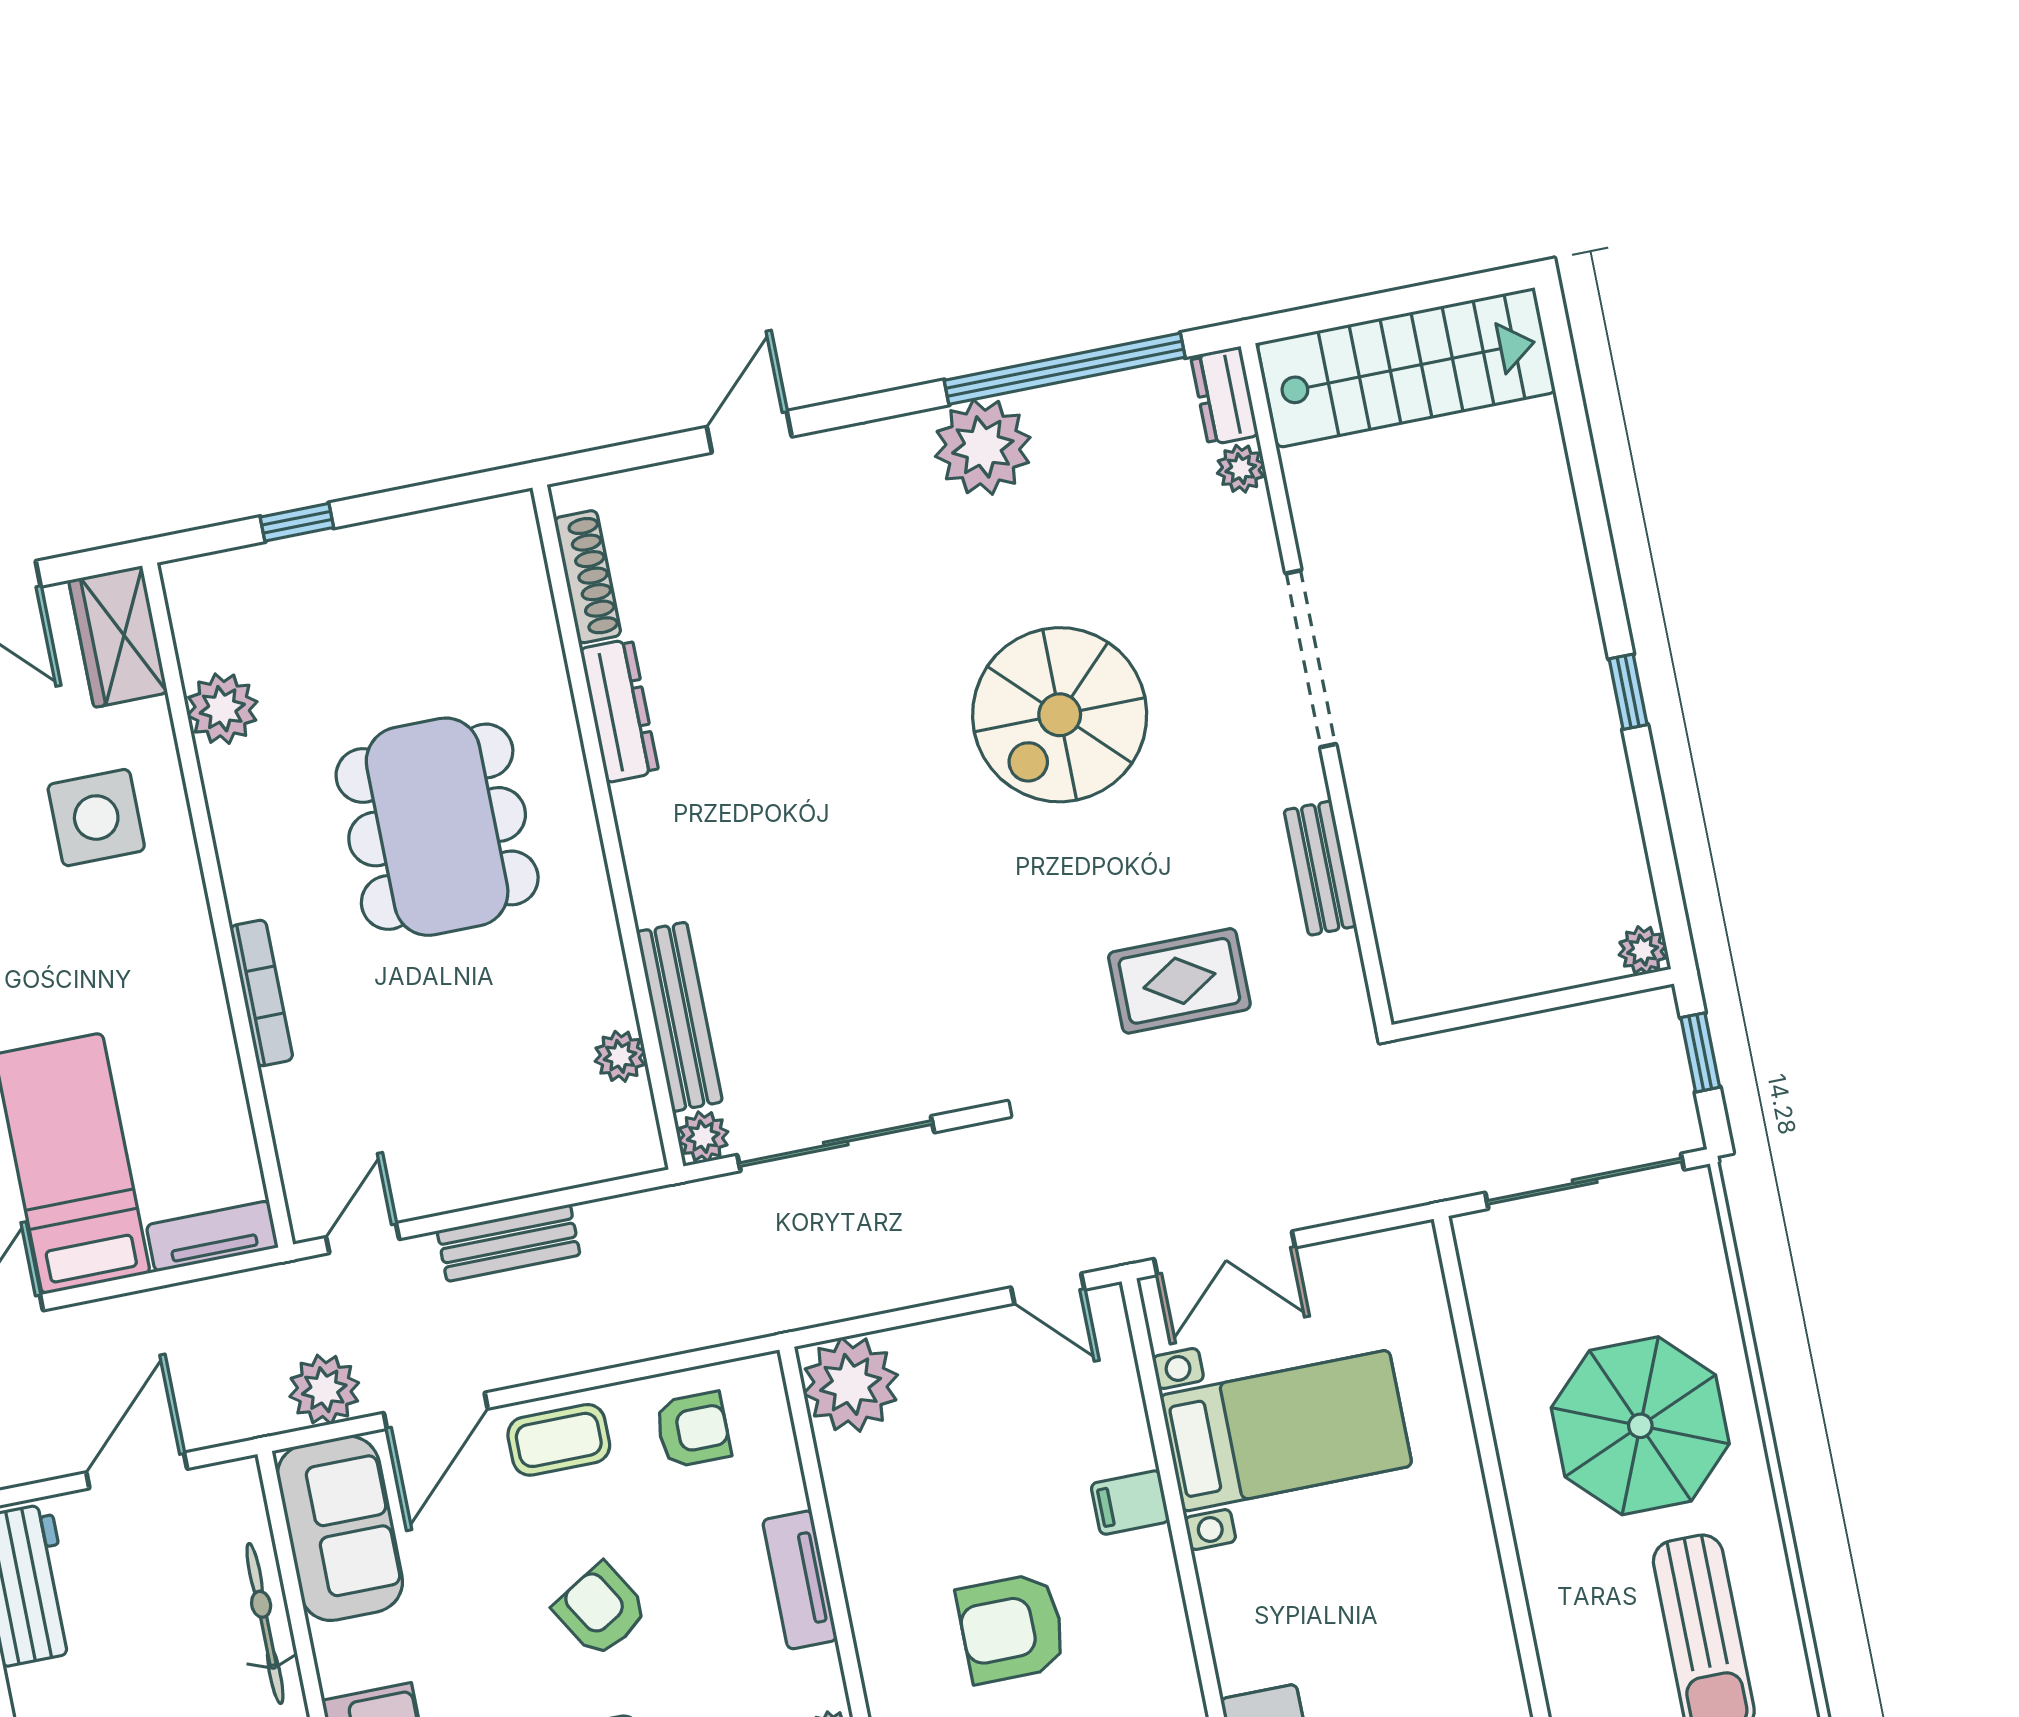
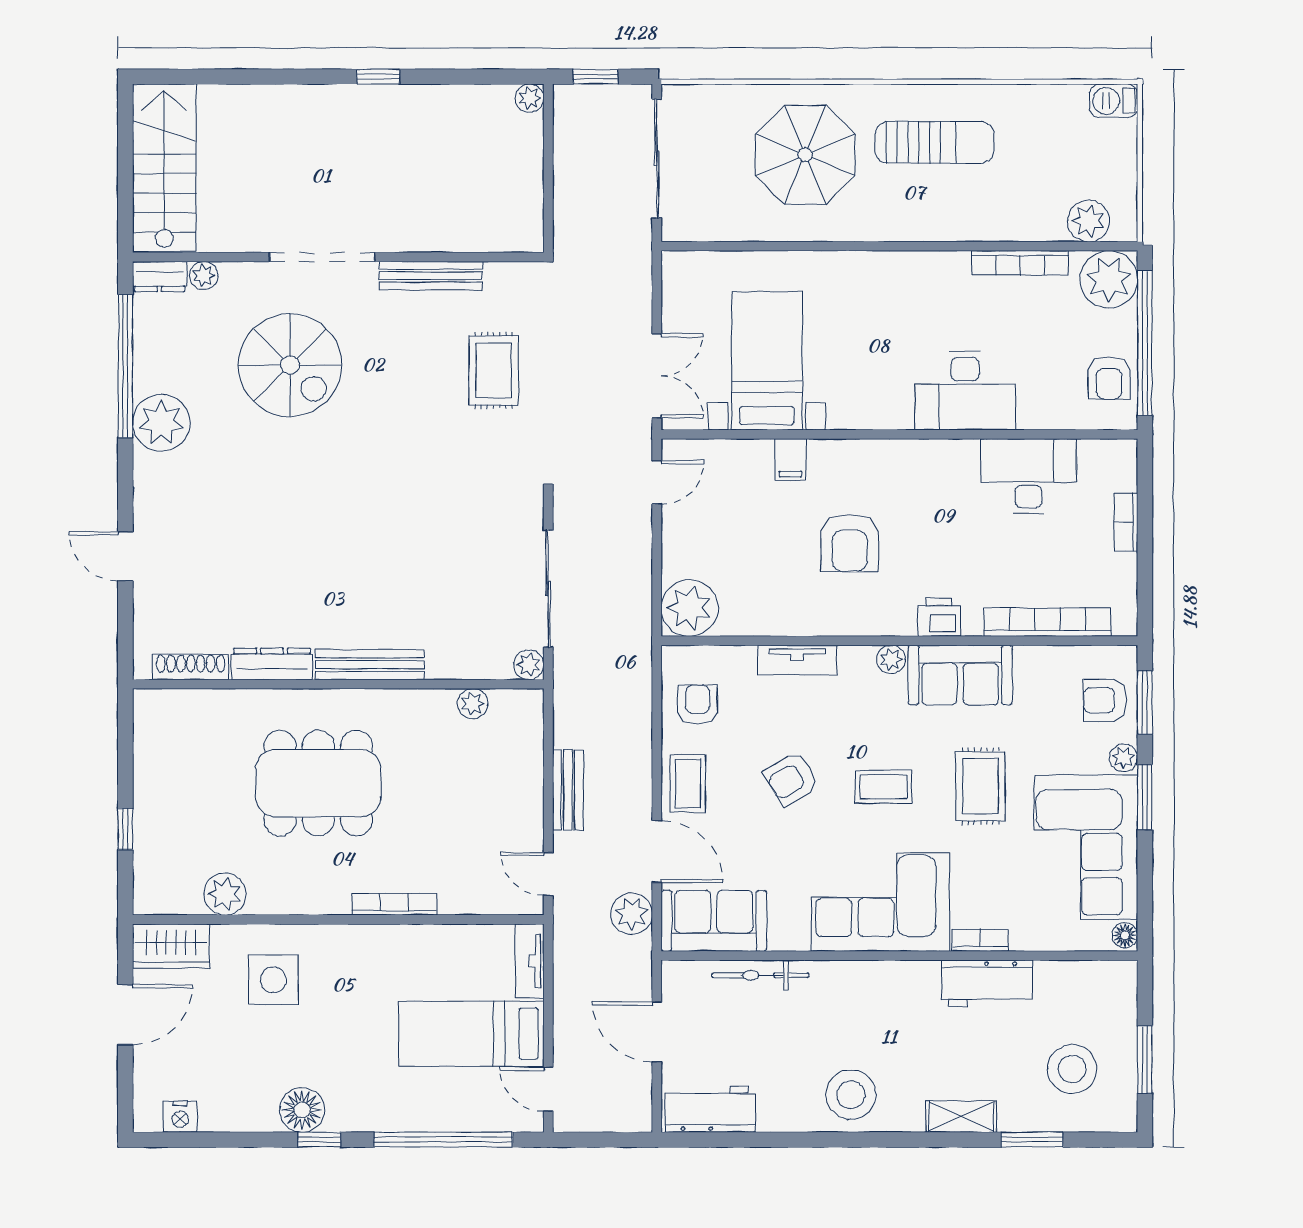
spiral stairs: (1060, 715) -> (290, 365), moved
bench: (1320, 868) -> (431, 276), width x1.36
bench: (679, 1017) -> (370, 665), moved

